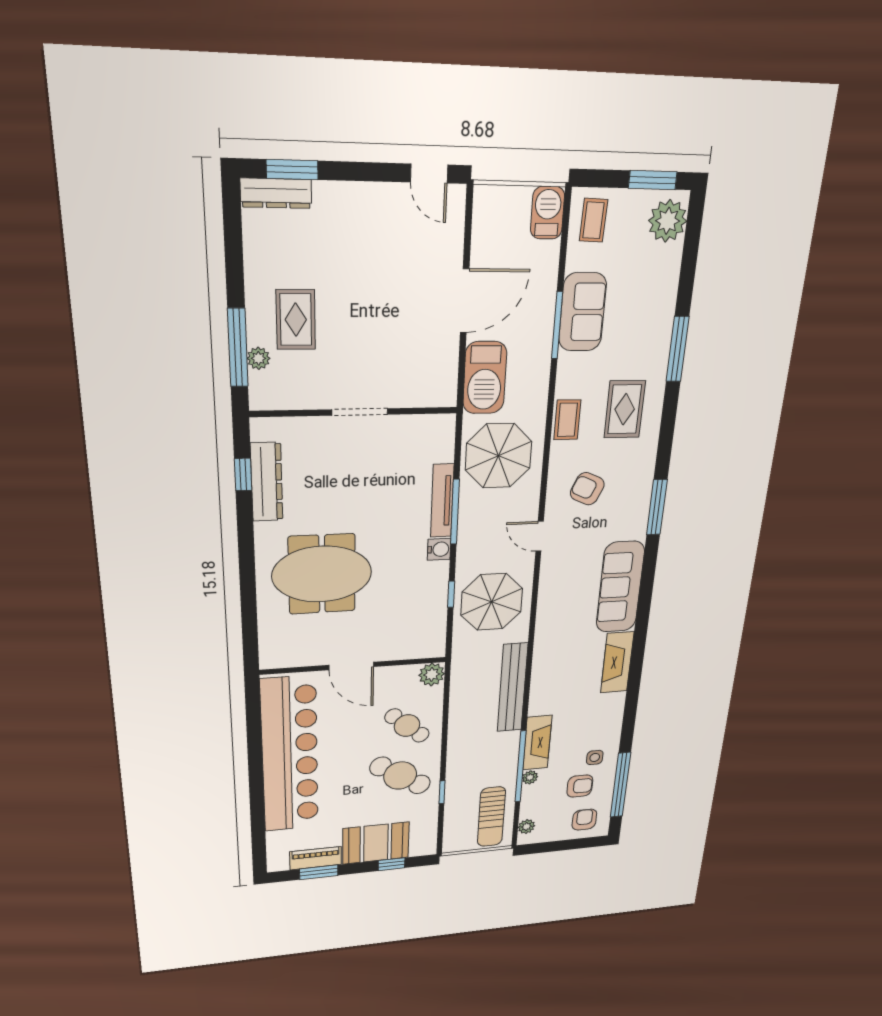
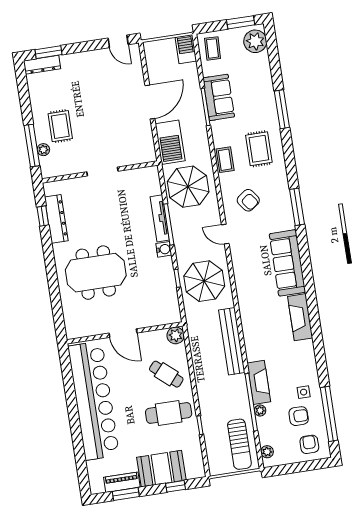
armchair: (587, 489) -> (248, 200), turned -151
cafe table: (400, 775) -> (169, 413), turned -33

